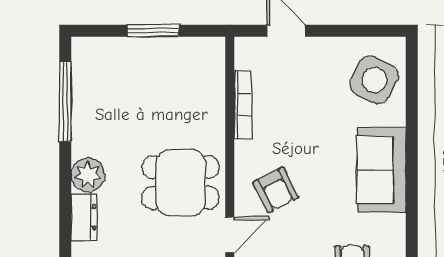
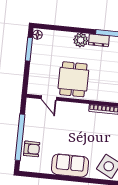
armchair: (276, 190) -> (66, 120), removed
dresser: (84, 217) -> (99, 40), moved

